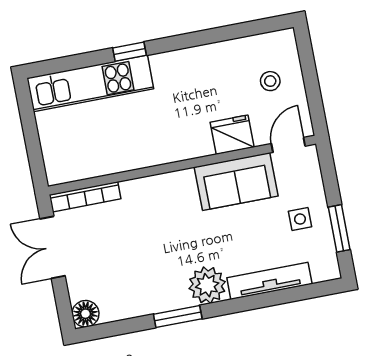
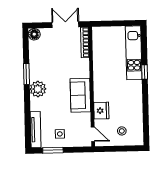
sofa: (236, 181) -> (80, 95), moved
tv unit: (269, 281) -> (36, 130), moved

